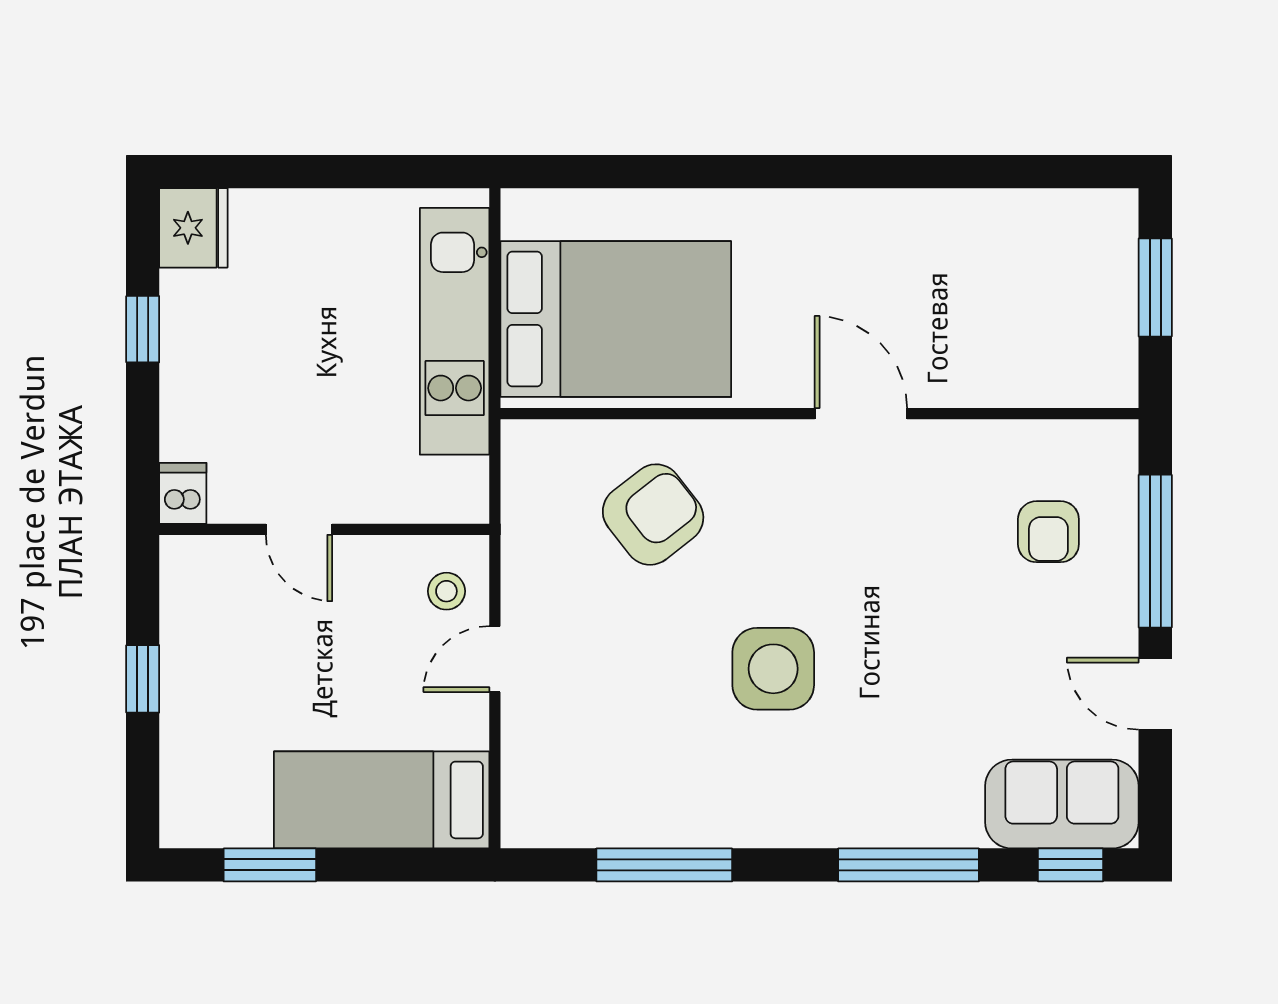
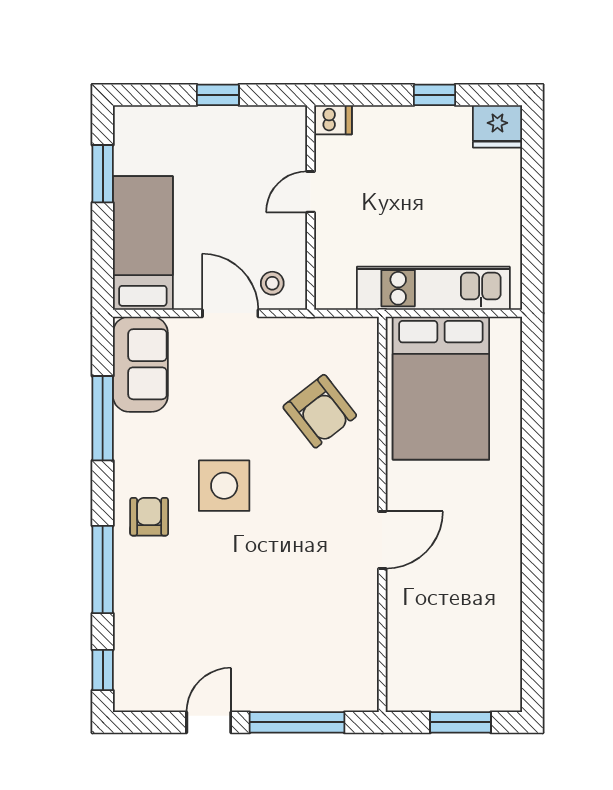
armchair: (1048, 532) -> (149, 517), moved, turned 90
door: (495, 659) -> (230, 313), width x1.38
sofa: (1062, 804) -> (140, 364), moved

